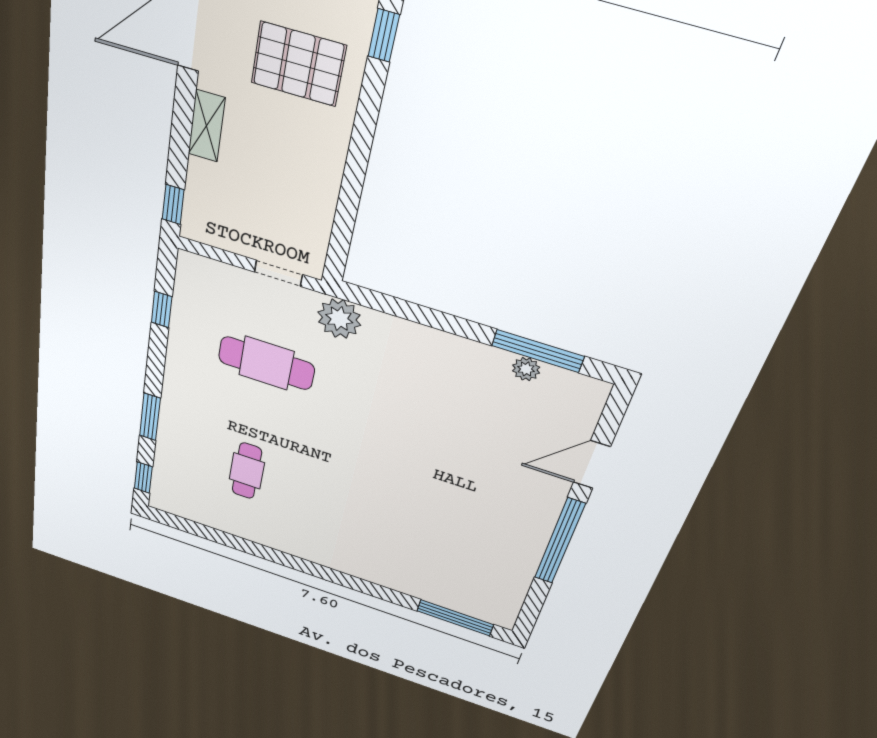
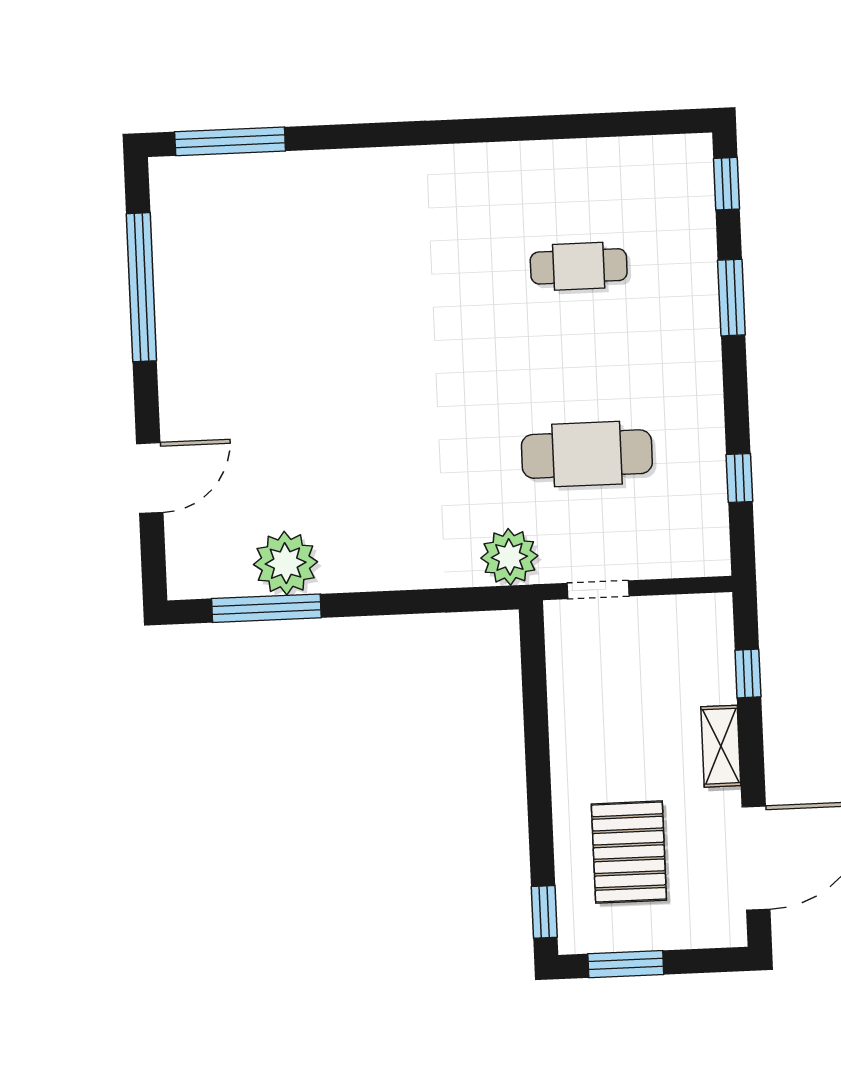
pallet: (298, 64) -> (629, 852), turned 90
window: (173, 204) -> (748, 673), moved
plant: (526, 369) -> (286, 563), width x1.87, depth x1.87
cafe table: (247, 471) -> (579, 266), turned 90
window: (560, 541) -> (141, 287), moved

